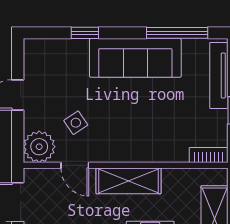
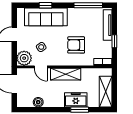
sofa: (135, 58) -> (46, 17), moved
armchair: (151, 118) -> (76, 45), added

